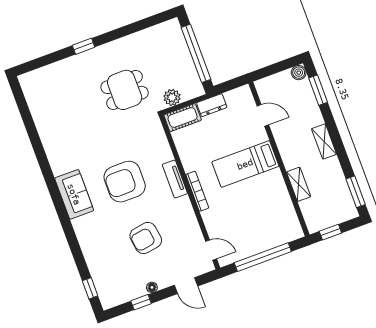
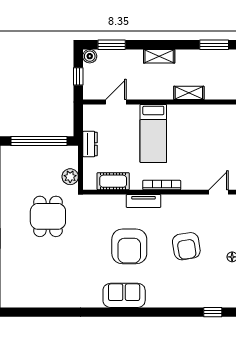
window: (274, 69) -> (78, 76), added
cot: (183, 118) -> (113, 181), moved, turned 90

